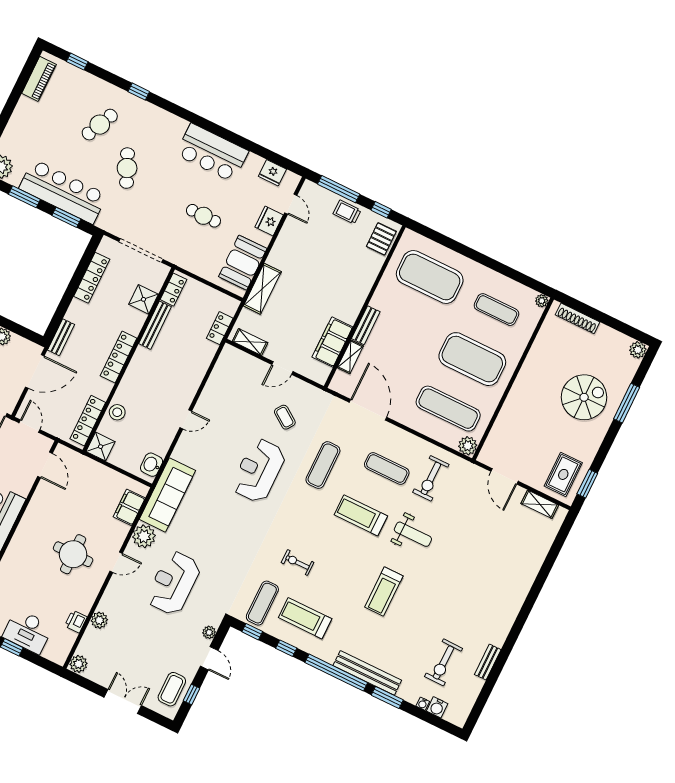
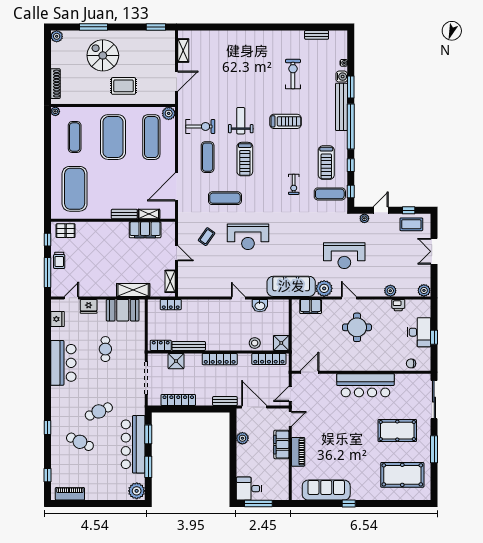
washbasin: (152, 465) -> (260, 306), moved
rug: (563, 474) -> (124, 86), moved
exercise bike: (444, 662) -> (293, 74), moved, turned -91
bench: (488, 662) -> (317, 35), moved
water cooler: (437, 707) -> (342, 77), moved

